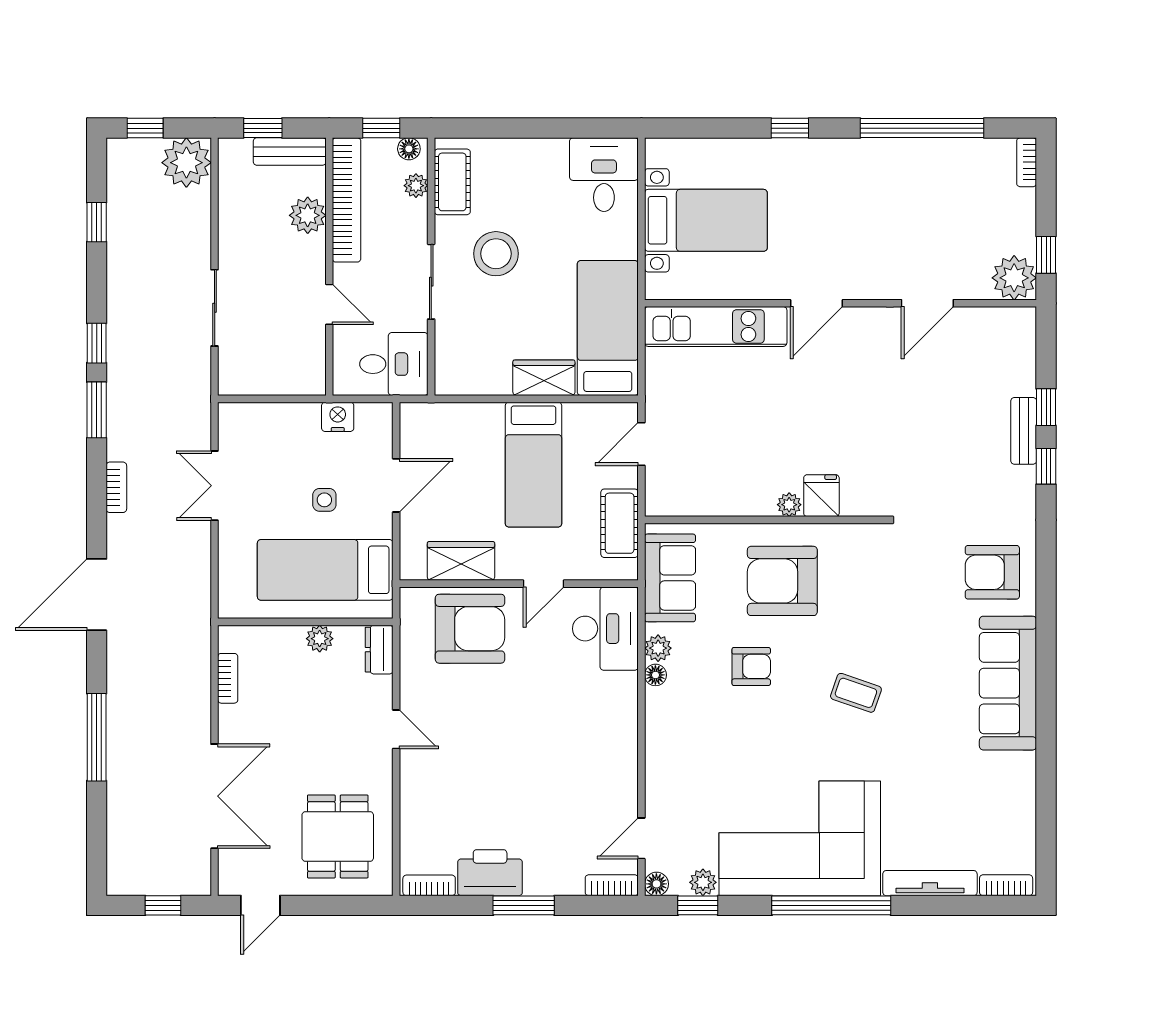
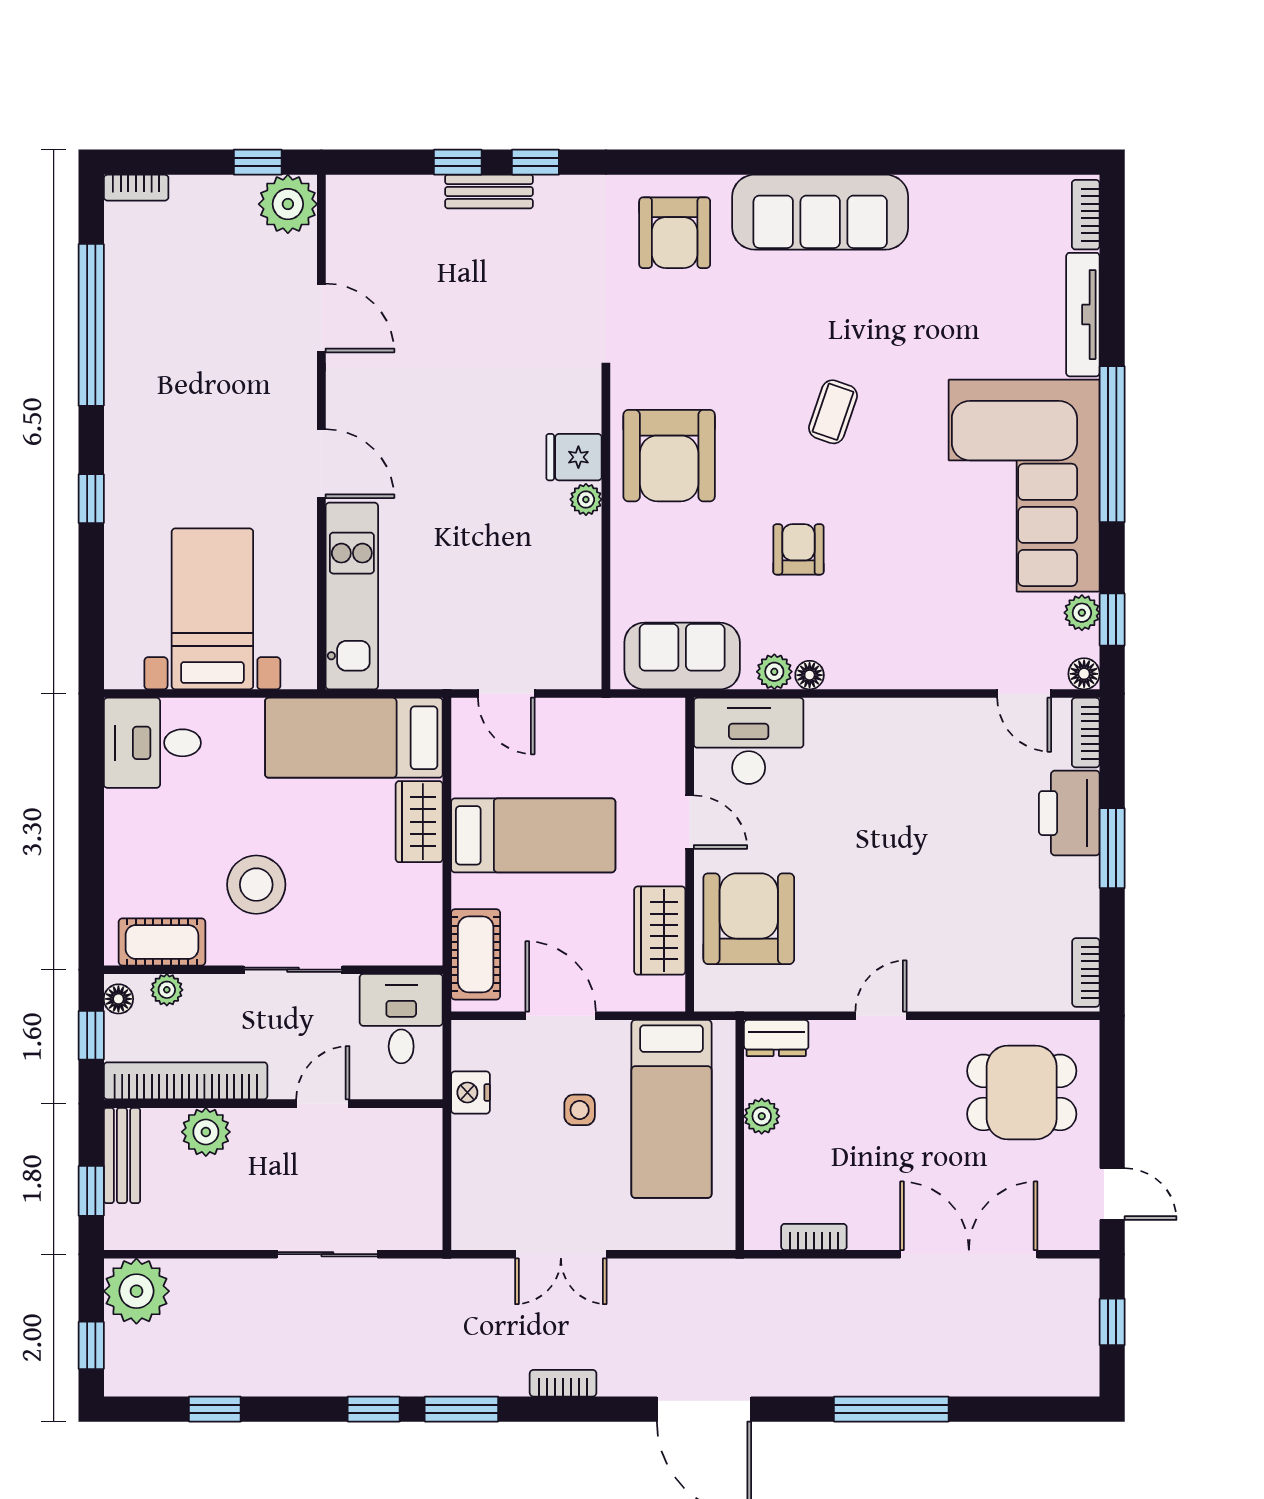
cot: (620, 523) -> (476, 954), moved, turned 90
armchair: (782, 581) -> (669, 456), moved
printer: (490, 873) -> (1069, 813), moved

